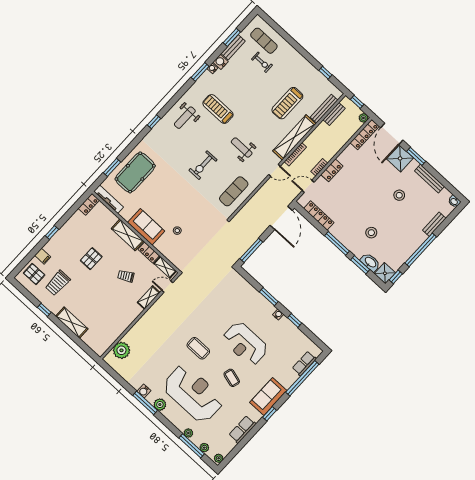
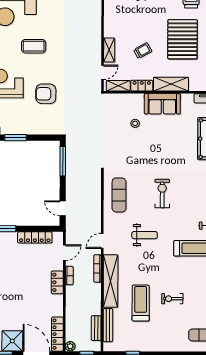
exercise bike: (262, 62) -> (172, 299), moved
door: (281, 218) -> (63, 208), width x0.53
pallet: (91, 259) -> (182, 39), width x2.05, depth x2.00
armchair: (220, 308) -> (46, 94), added

